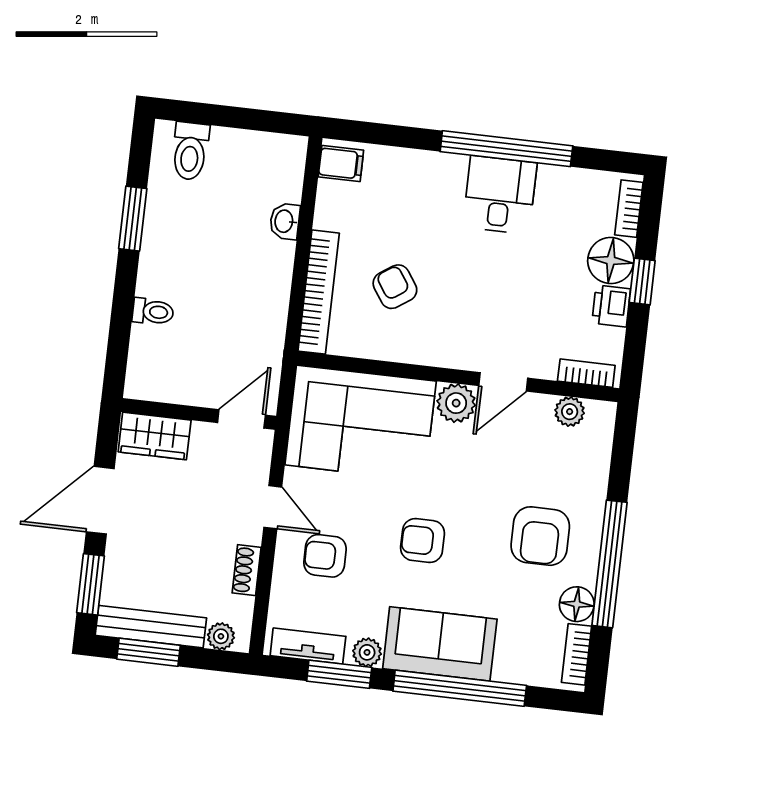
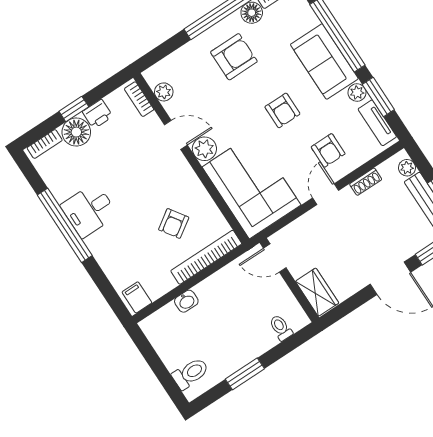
wall: (199, 414) -> (289, 280), moved
door: (241, 419) -> (275, 258), moved
wardrobe: (155, 436) -> (317, 292), moved

